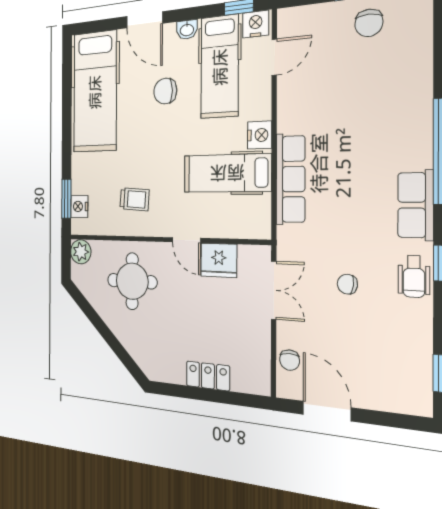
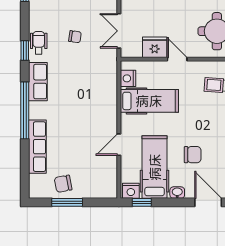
chair: (369, 23) -> (63, 184), turned -101
door: (274, 57) -> (119, 145), moved
nightstand: (260, 135) -> (128, 78), moved
row of seats: (291, 179) -> (37, 147), moved, turned 180

